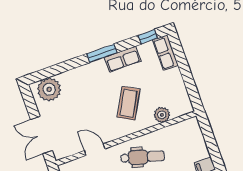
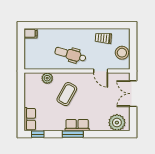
row of seats: (123, 59) -> (77, 125), moved
double door: (41, 135) -> (133, 94), swing flipped

